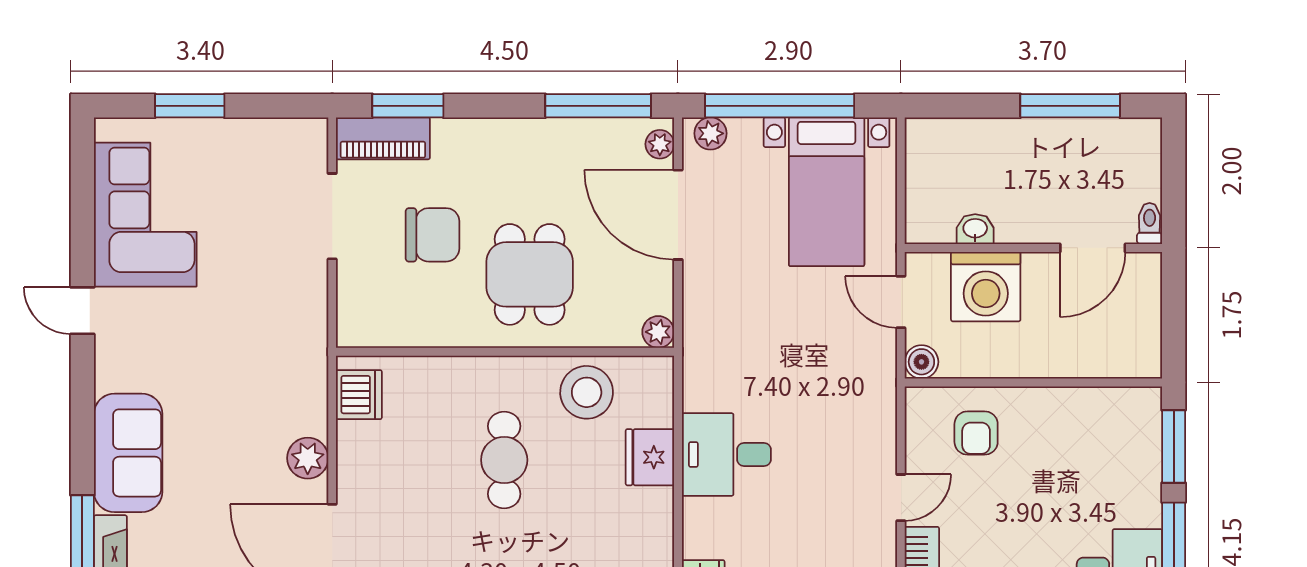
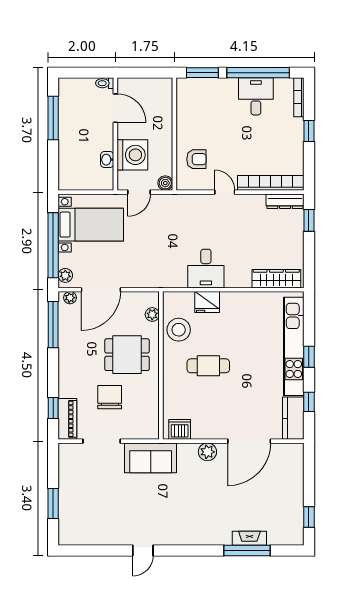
window: (408, 106) -> (53, 408), width x0.67
corner sofa: (145, 215) -> (101, 523), removed
plant: (658, 332) -> (152, 314), moved
sofa: (128, 453) -> (151, 458), moved, turned 180

